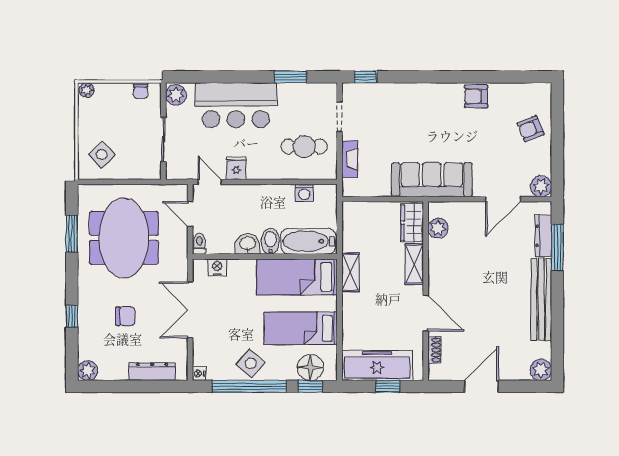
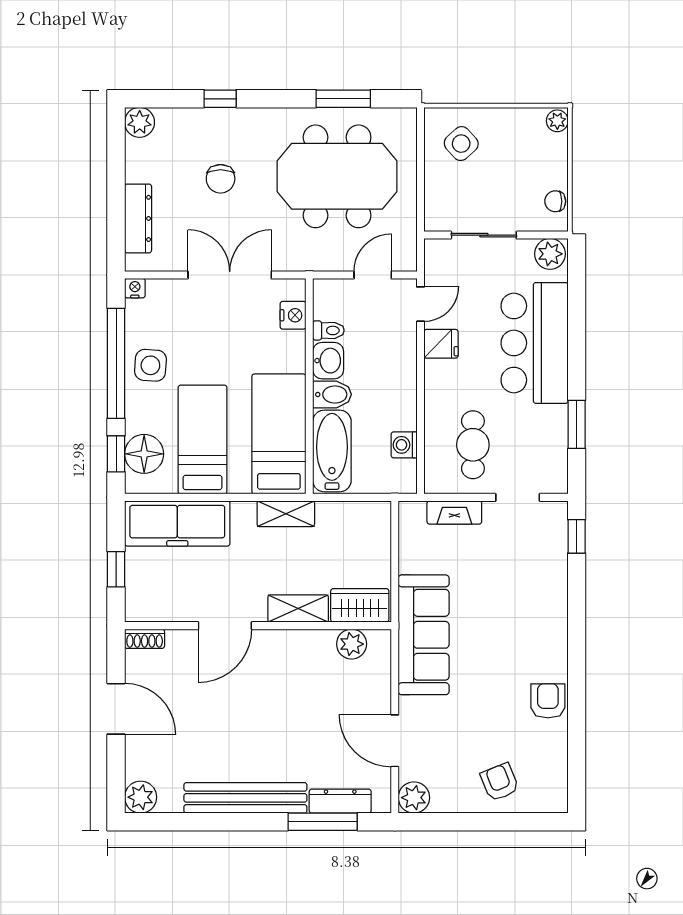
toilet: (199, 244) -> (328, 330), moved
shoe rack: (434, 350) -> (145, 639), moved
side table: (251, 363) -> (150, 365), turned -36
freezer: (377, 365) -> (177, 523), moved, turned 90

